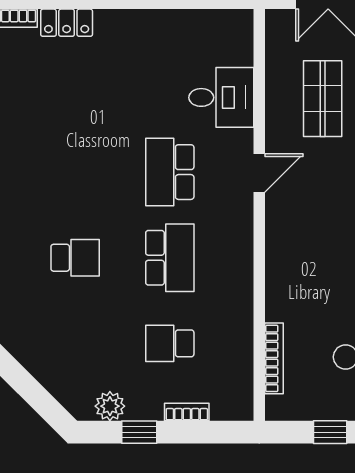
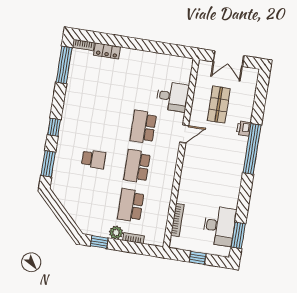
school desk: (170, 258) -> (137, 166), turned 180
school desk: (170, 343) -> (131, 205), width x1.85
plant: (110, 406) -> (116, 233), moved
window: (139, 432) -> (99, 242), moved

